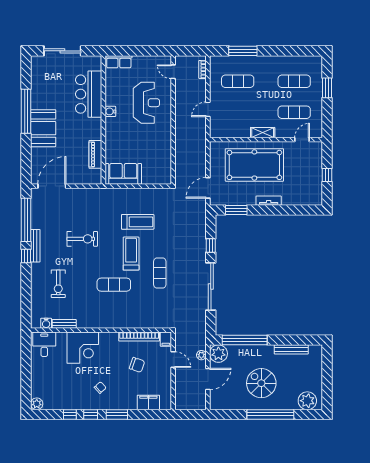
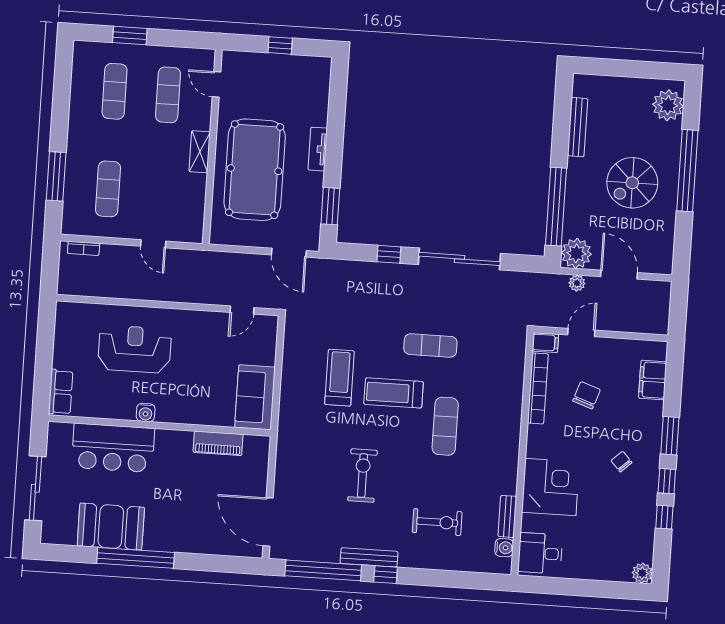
door: (173, 72) -> (242, 310), moved
booth: (43, 128) -> (111, 527), moved

